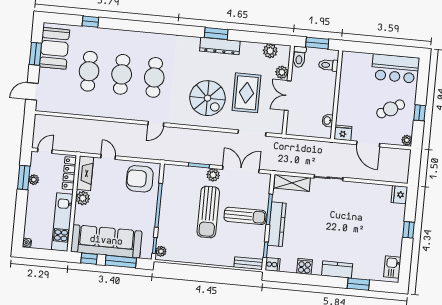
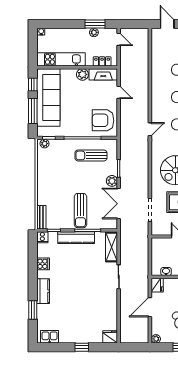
door: (156, 124) -> (150, 129), swing flipped
door: (108, 157) -> (119, 92), hinge flipped
double door: (241, 169) -> (119, 204), swing flipped
locker: (69, 173) -> (102, 61), width x0.66
armchair: (140, 179) -> (103, 120), turned -90
sun lounger: (208, 212) -> (91, 155), moved, width x0.73, depth x0.75

